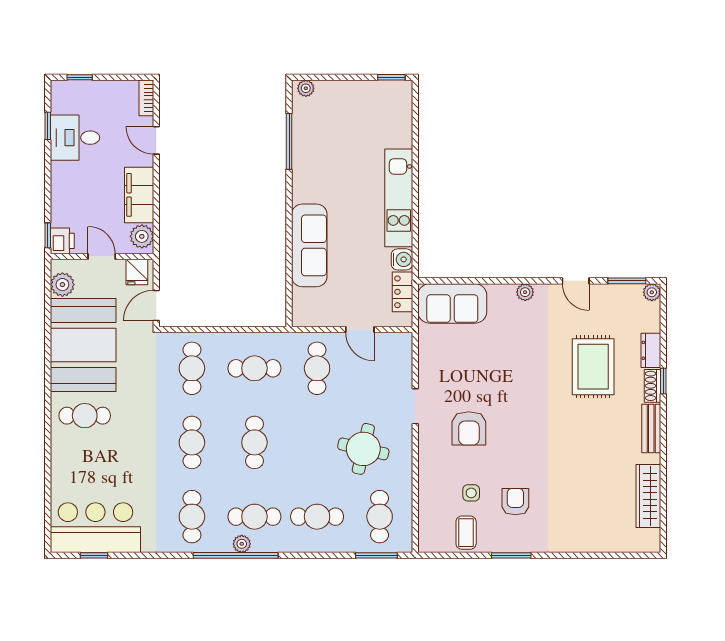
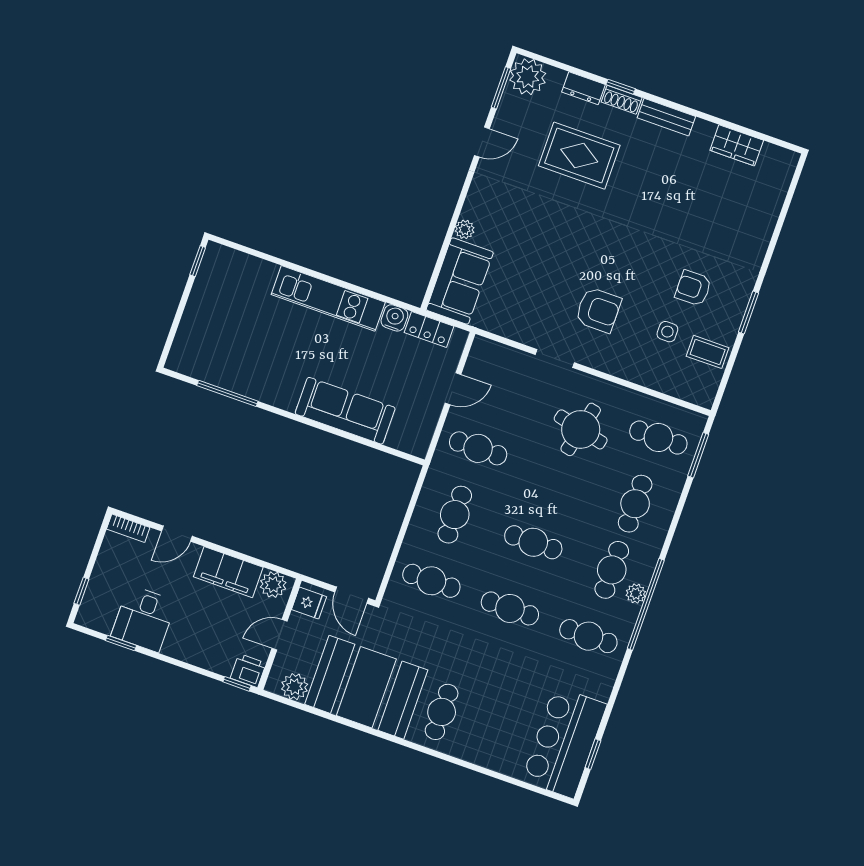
plant: (306, 88) -> (177, 356), removed
plant: (525, 292) -> (465, 229), moved
plant: (652, 292) -> (528, 77), width x1.87, depth x1.87
wardrobe: (648, 496) -> (737, 145), width x0.67

